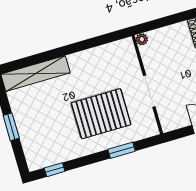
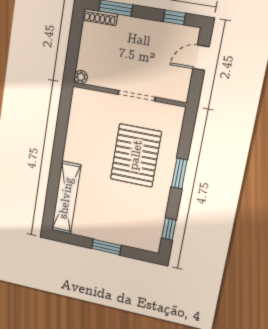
window: (122, 150) -> (179, 173), moved

